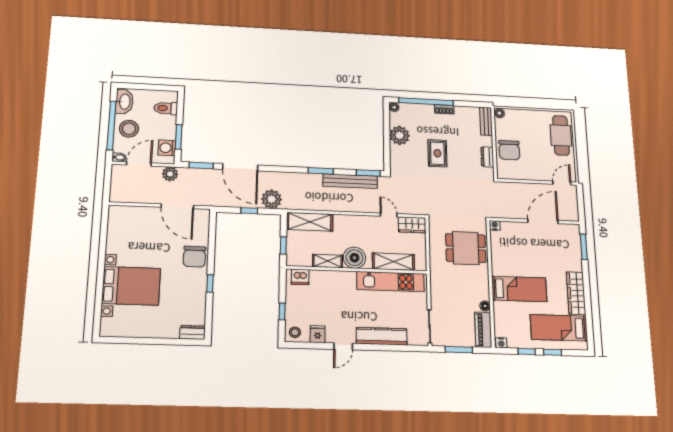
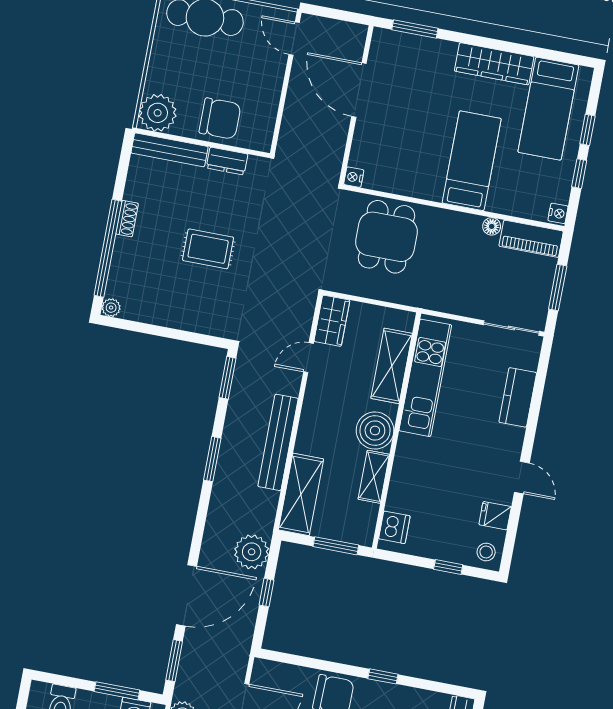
plant: (499, 113) -> (158, 113), width x1.88, depth x1.88
bench: (486, 121) -> (170, 150), width x1.36
plant: (400, 135) -> (166, 309), removed
bench: (350, 181) -> (278, 442), moved
window: (283, 245) -> (336, 546), width x1.50
kitchen counter: (382, 336) -> (518, 397), width x0.67

